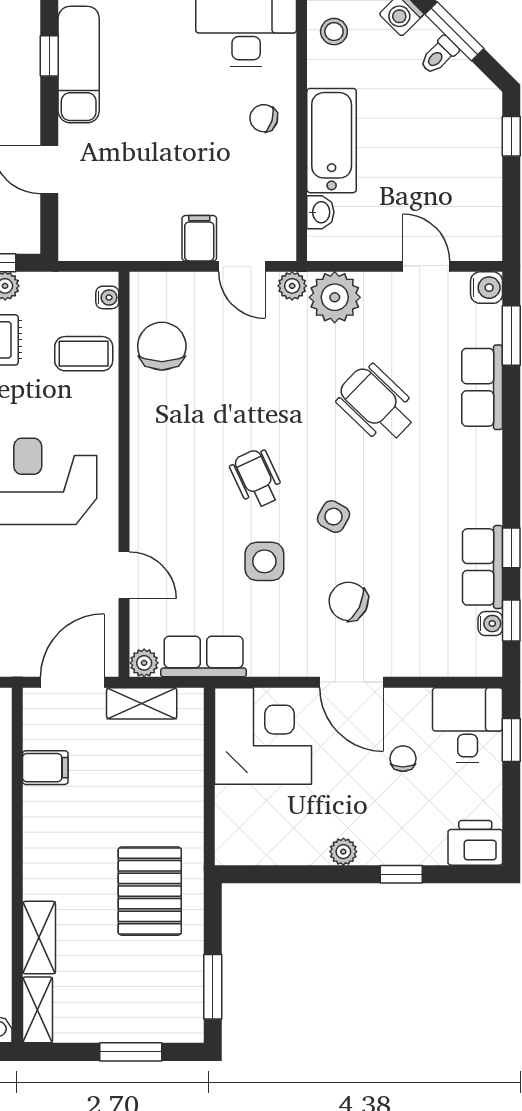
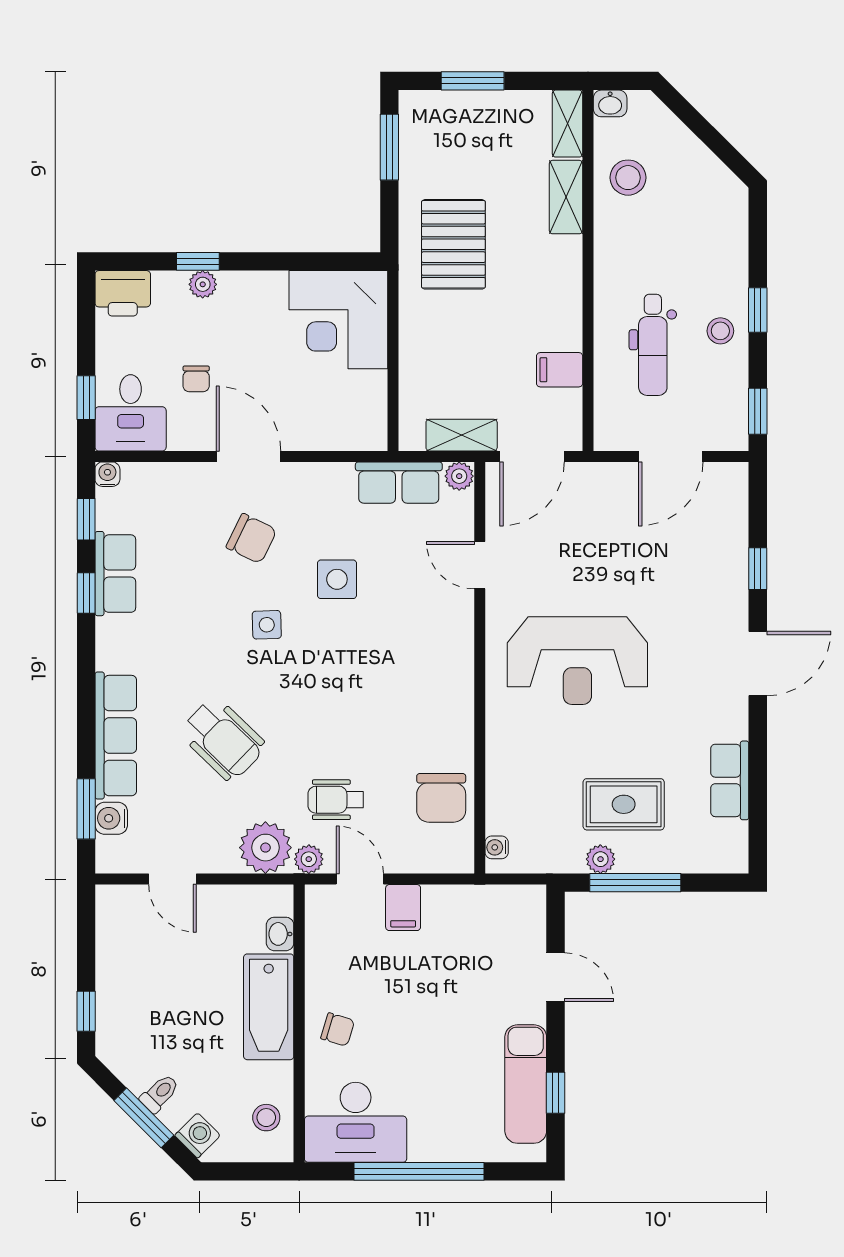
water cooler: (487, 288) -> (111, 818), moved
coffee table: (84, 354) -> (521, 790), removed
row of seats: (482, 387) -> (116, 736), width x1.48
wheelchair: (257, 478) -> (336, 800), moved, turned 115
side table: (333, 517) -> (267, 625), turned -31
water cooler: (490, 624) -> (107, 474), moved, turned 90
corner desk: (263, 736) -> (338, 320), moved
plant: (343, 852) -> (203, 284), moved

